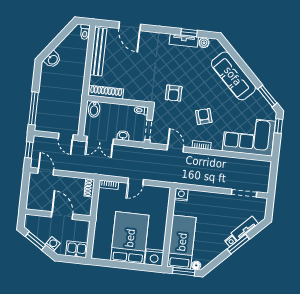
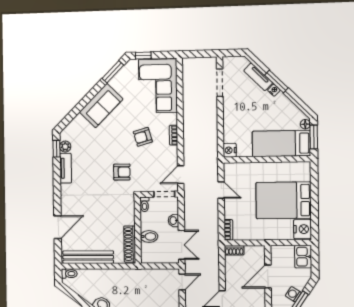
window: (189, 33) -> (56, 149), moved
sofa: (233, 76) -> (101, 106), width x0.73
bidet: (94, 109) -> (149, 236), moved
door: (175, 148) -> (181, 175), moved
door: (136, 181) -> (221, 190), moved
washing machine: (53, 244) -> (293, 294), moved
nightstand: (154, 257) -> (302, 229), moved

